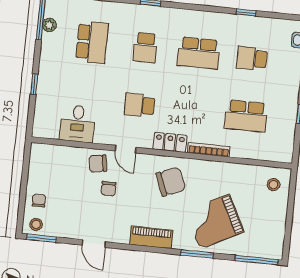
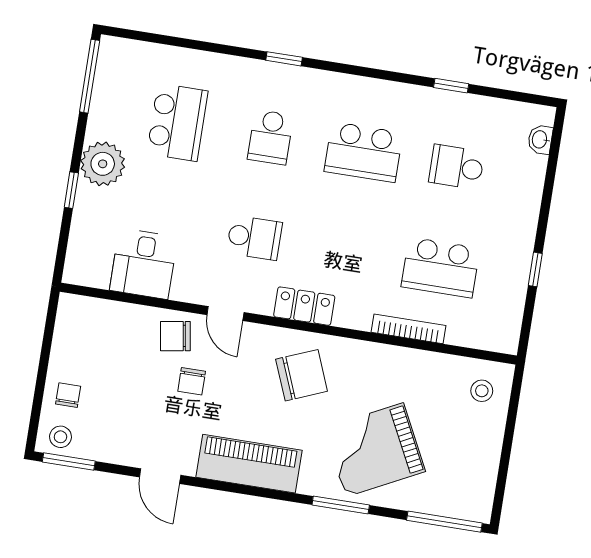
plant: (49, 25) -> (103, 164), moved, width x1.88, depth x1.88
school desk: (139, 105) -> (254, 238), turned 180
bookcase: (209, 150) -> (409, 329), moved
piano: (151, 237) -> (249, 464), width x1.37, depth x1.33

